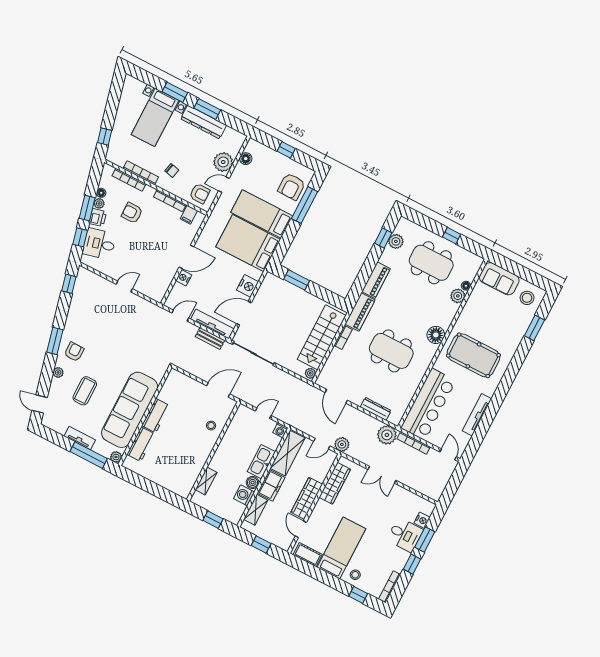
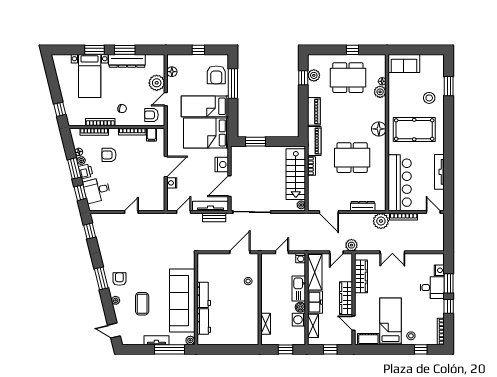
armchair: (200, 194) -> (151, 115), turned 180
stool: (527, 298) -> (429, 98), moved

